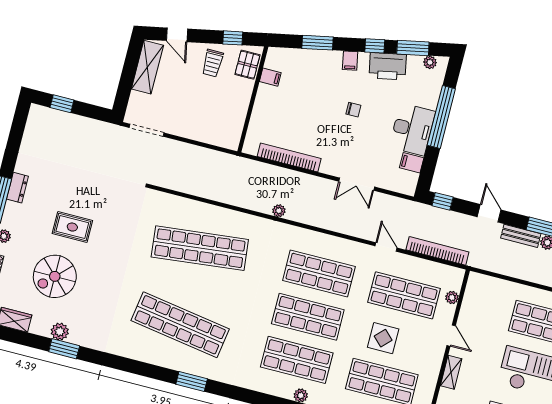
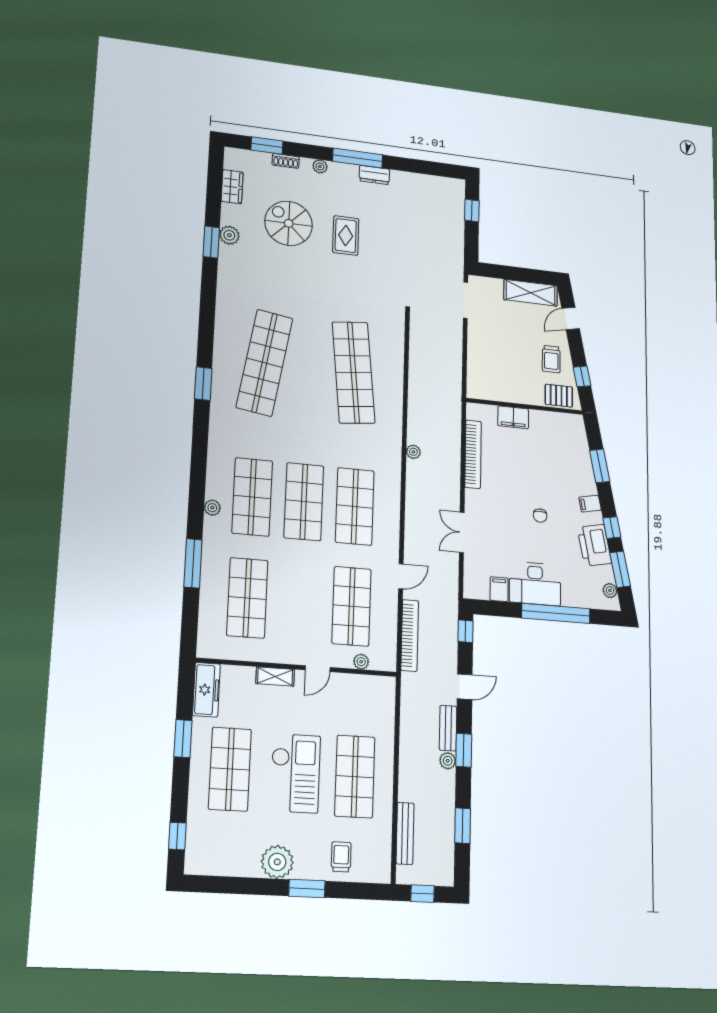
trolley: (213, 63) -> (551, 359), turned -90
filing cabinet: (270, 77) -> (513, 417), moved, width x2.00
display table: (383, 338) -> (298, 591), removed

